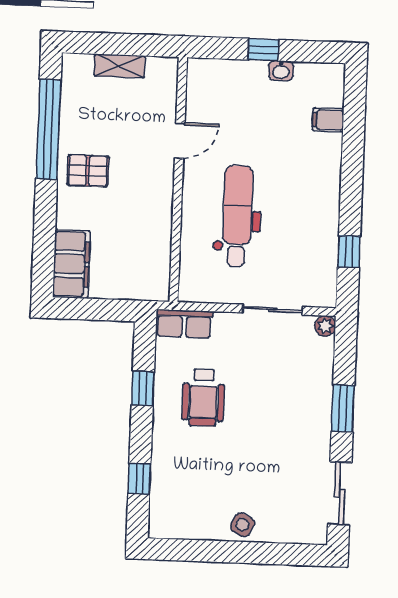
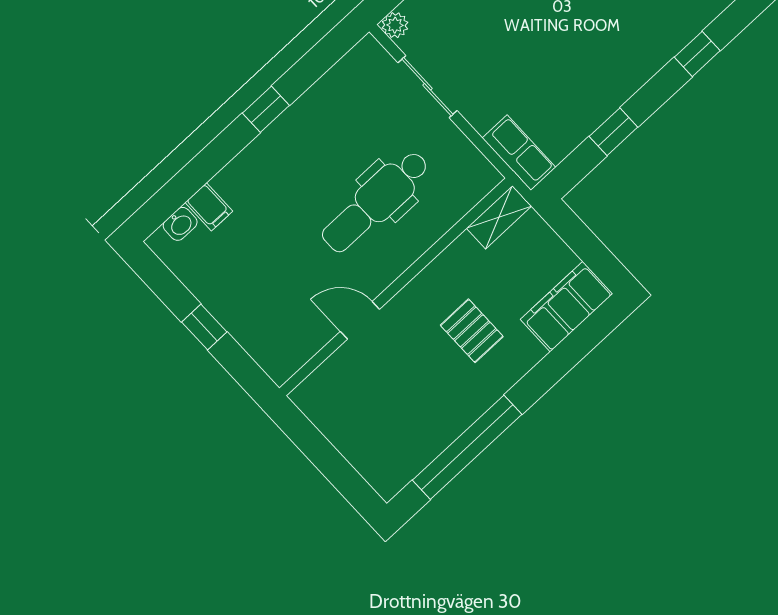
shelving: (120, 66) -> (499, 217), moved, turned 90
washbasin: (281, 71) -> (180, 224), moved, turned 90
pallet: (88, 171) -> (472, 331), moved
window: (349, 251) -> (266, 109), moved
wheelchair: (203, 398) -> (568, 70), removed

